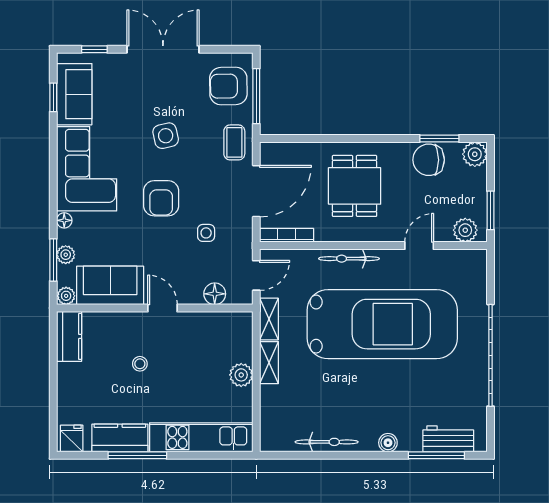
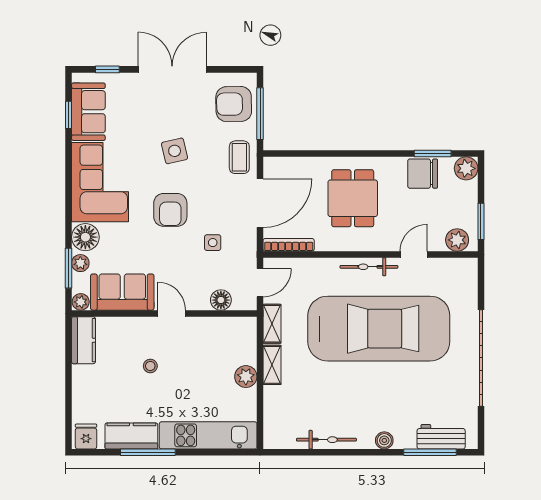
floor lamp: (64, 220) -> (85, 237), width x1.89, depth x1.89
bicycle: (349, 259) -> (369, 267), moved

